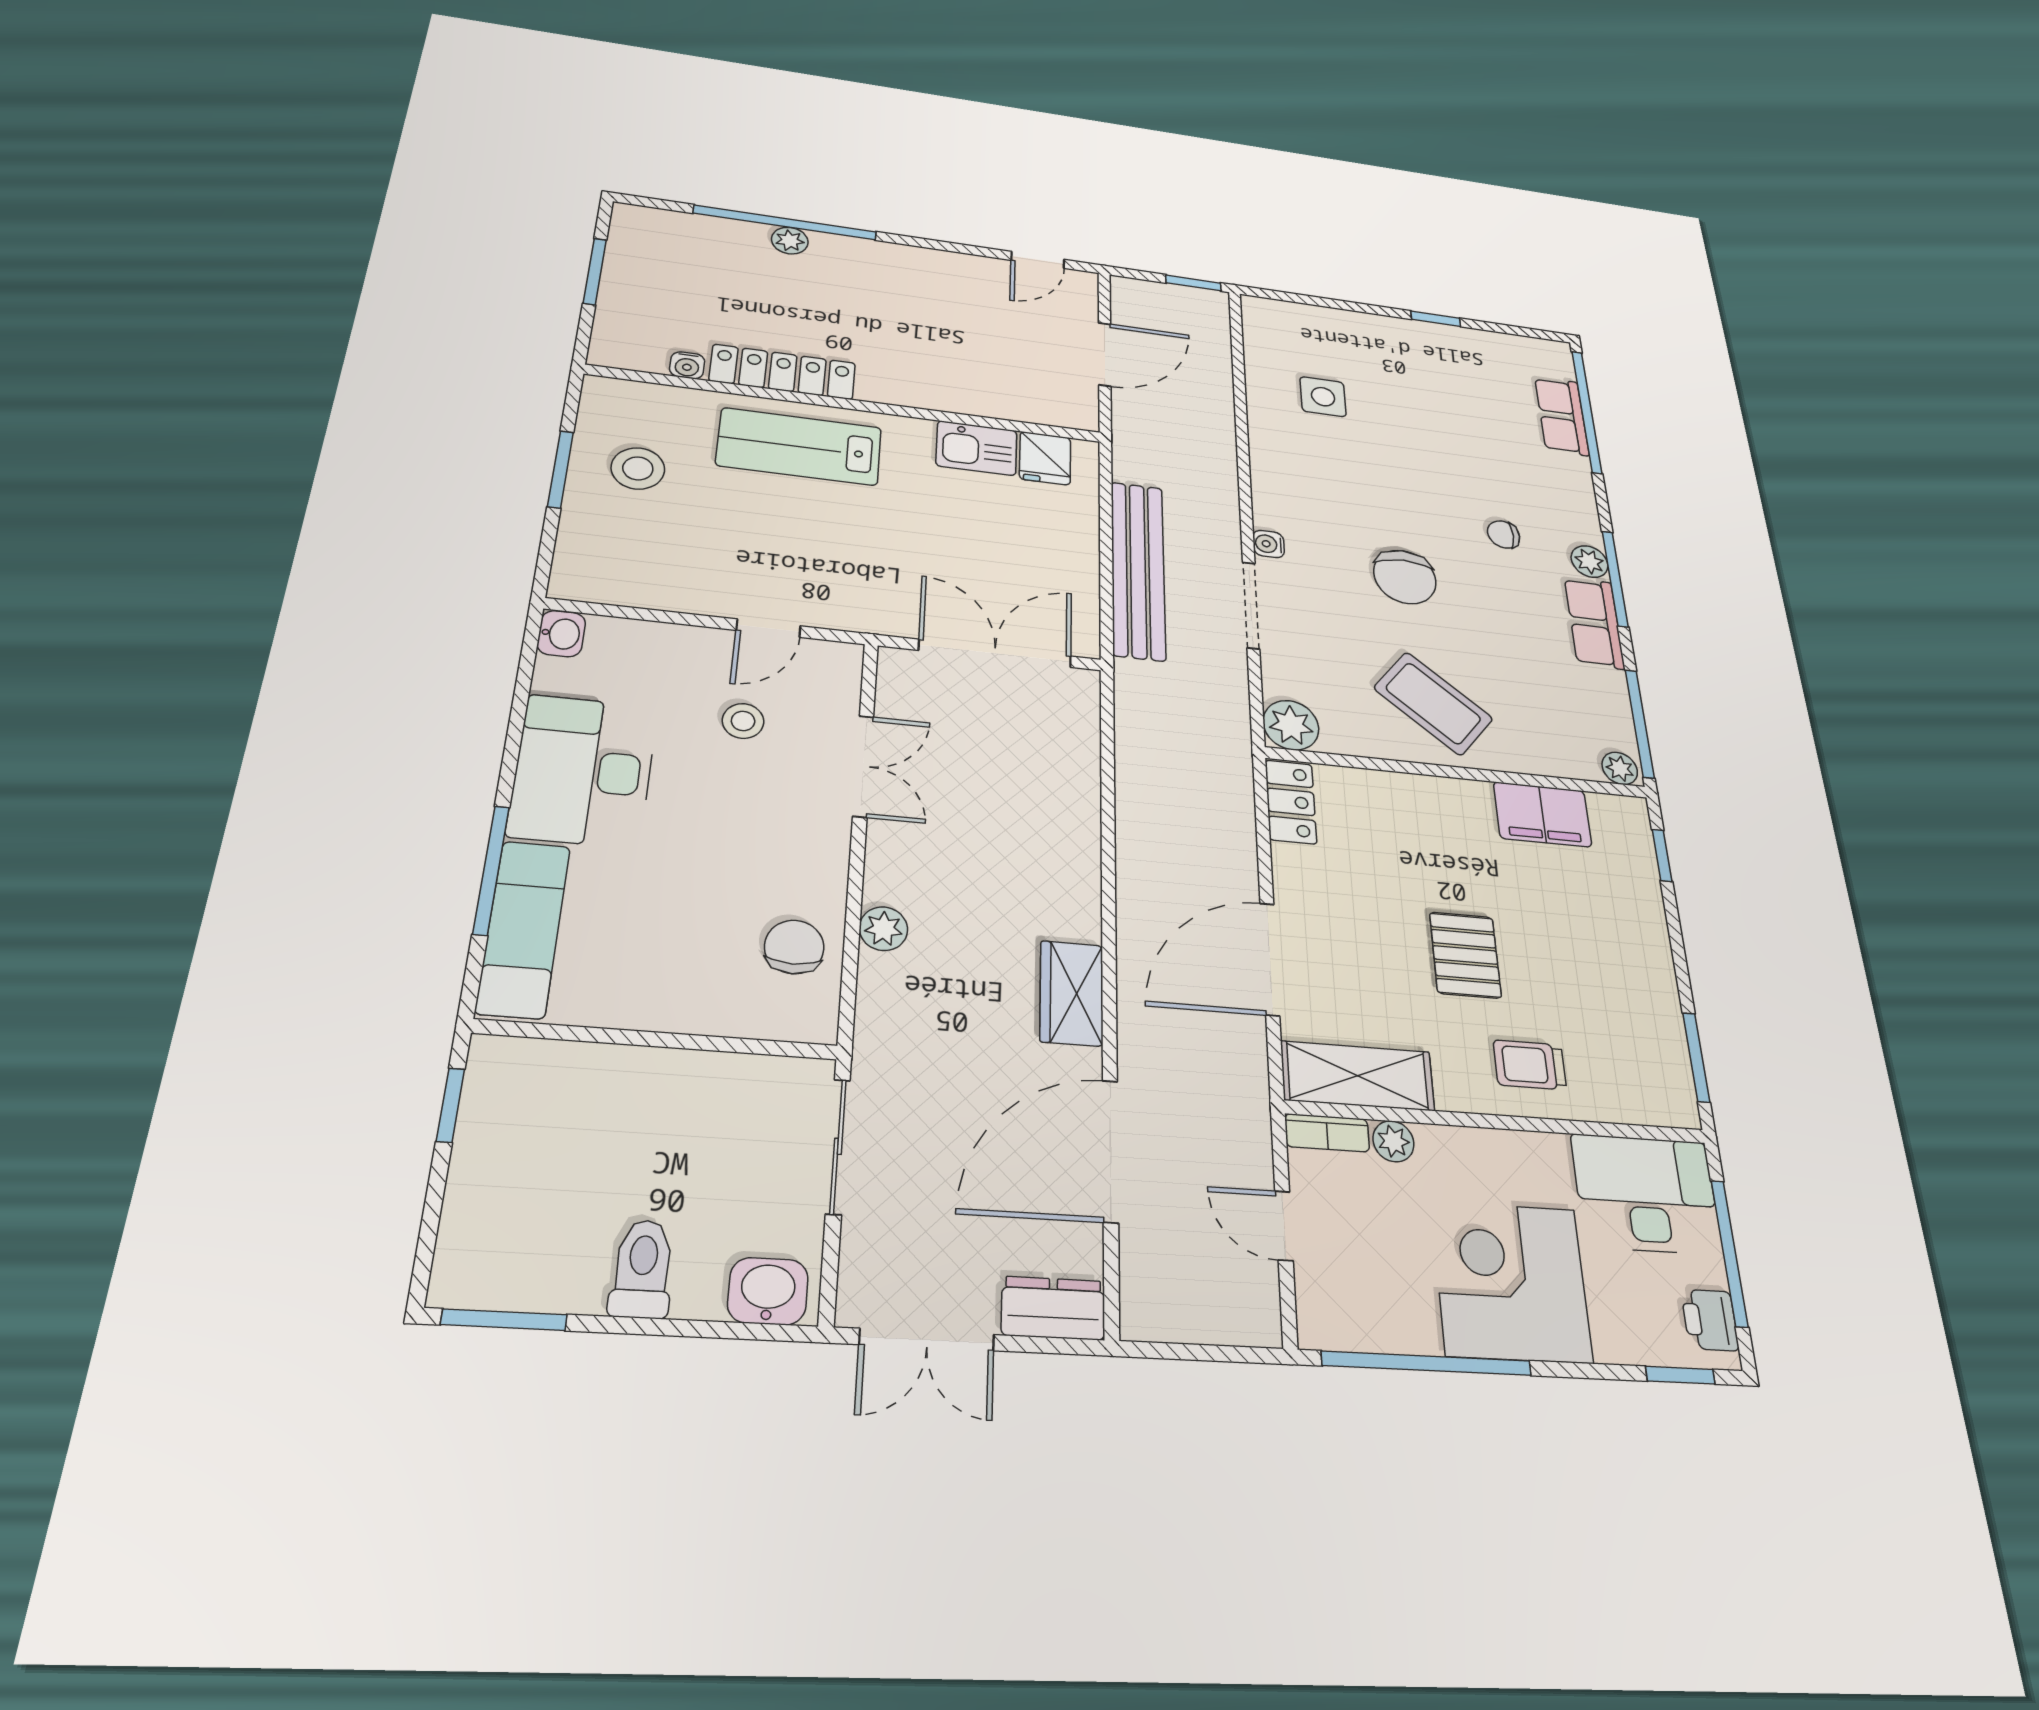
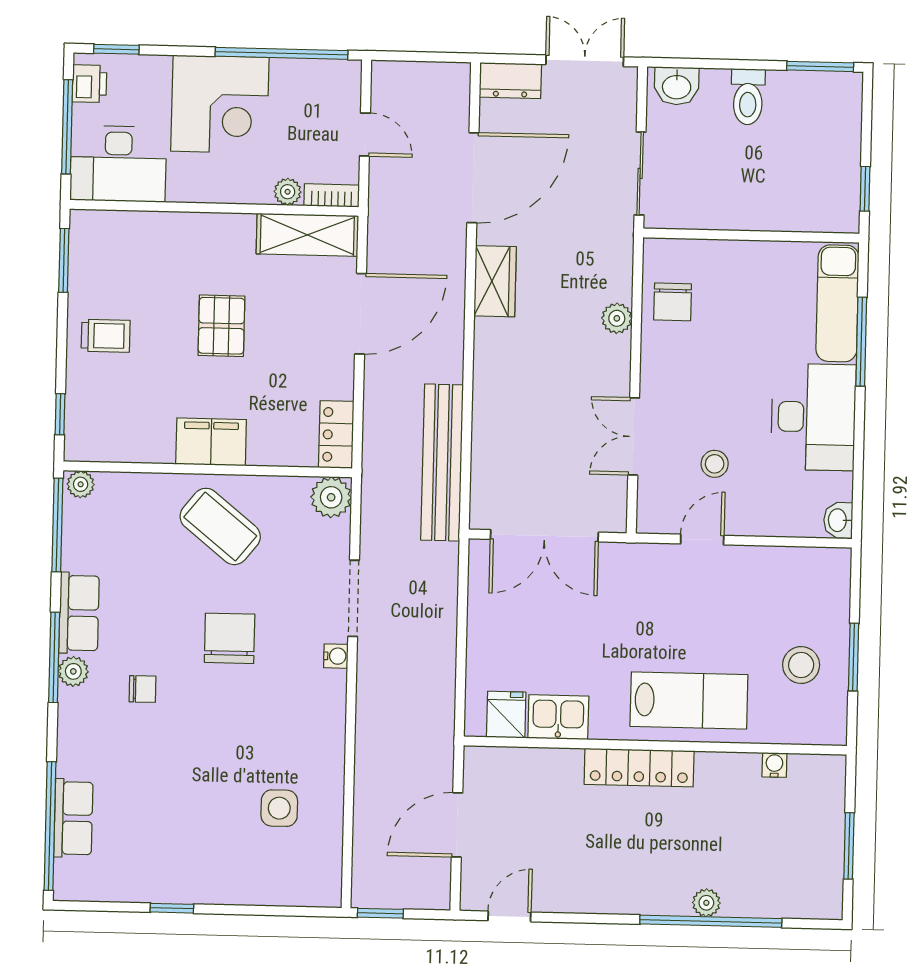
locker: (783, 372) -> (639, 768), moved
bench: (1138, 570) -> (442, 462), moved
filing cabinet: (1542, 814) -> (211, 442), moved
trolley: (1530, 1065) -> (106, 336), moved

